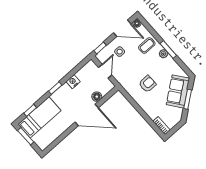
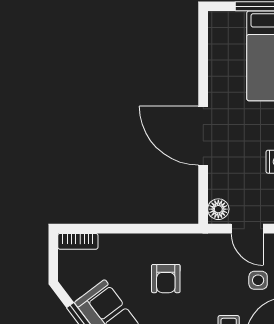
floor lamp: (97, 97) -> (218, 209), moved
door: (87, 115) -> (203, 136), hinge flipped

